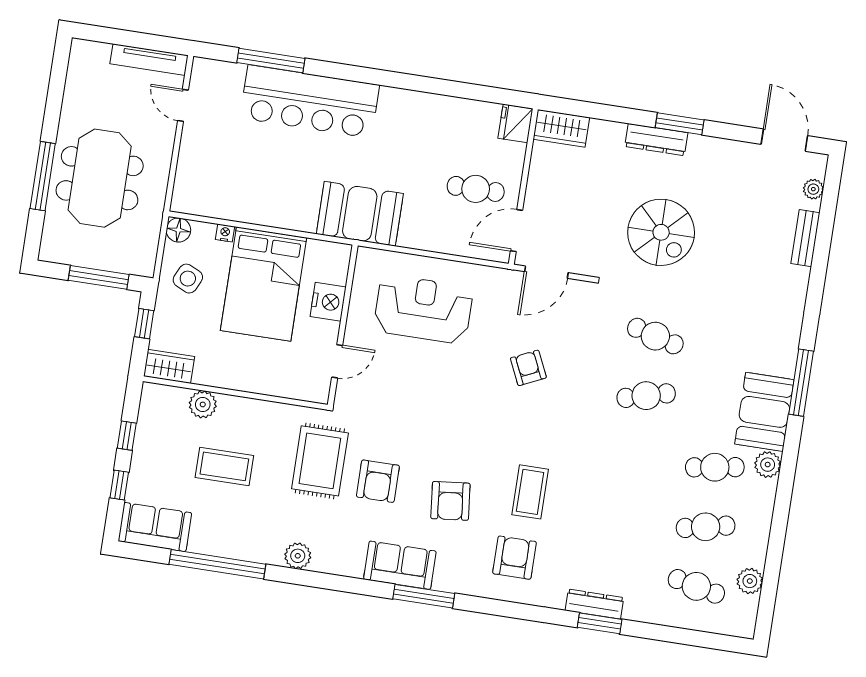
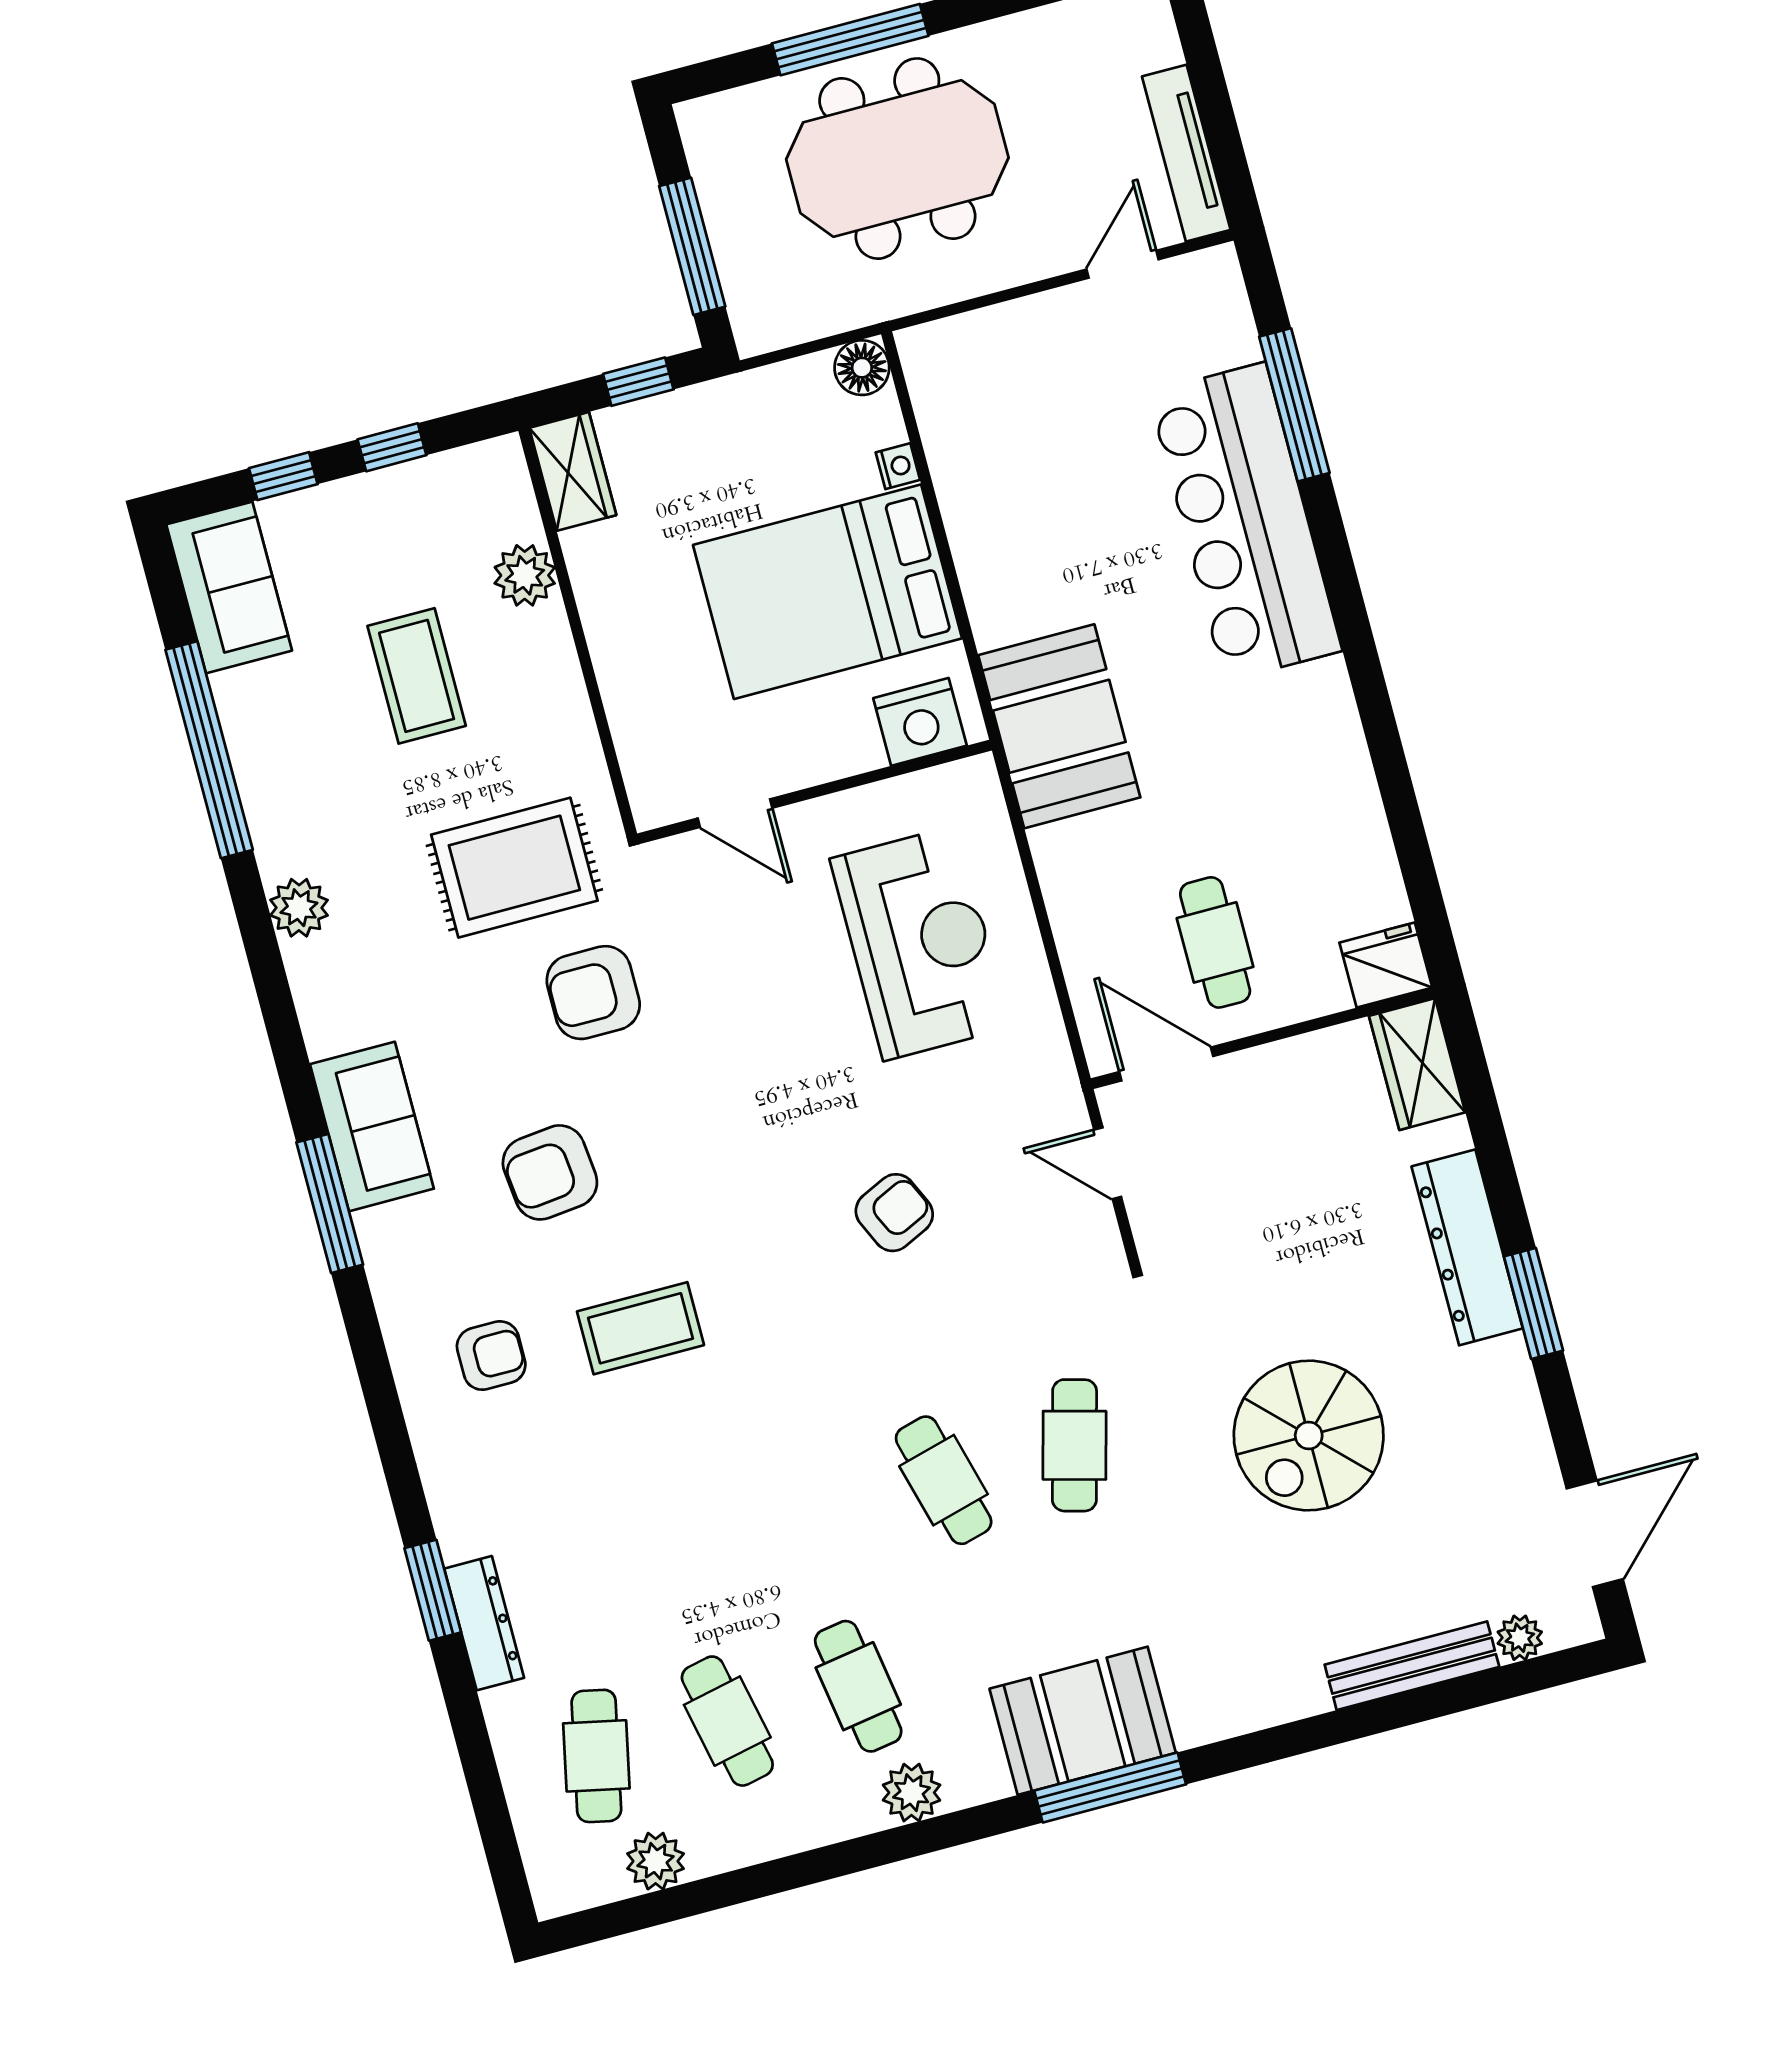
dresser: (656, 140) -> (1467, 1247), width x1.37, depth x1.24
spiral stairs: (661, 232) -> (1309, 1435), moved
bench: (805, 238) -> (1412, 1666), width x1.36
door: (546, 272) -> (1108, 1163), width x0.73
side table: (188, 279) -> (770, 431), removed
nightstand: (328, 302) -> (920, 722), moved
booth: (764, 412) -> (1083, 1721), moved
armchair: (378, 481) -> (593, 993), moved
armchair: (514, 558) -> (491, 1356), width x0.72, depth x0.72
dresser: (594, 604) -> (484, 1623), moved

